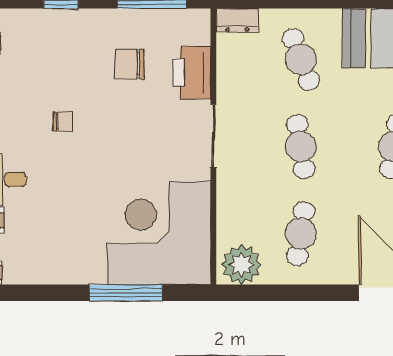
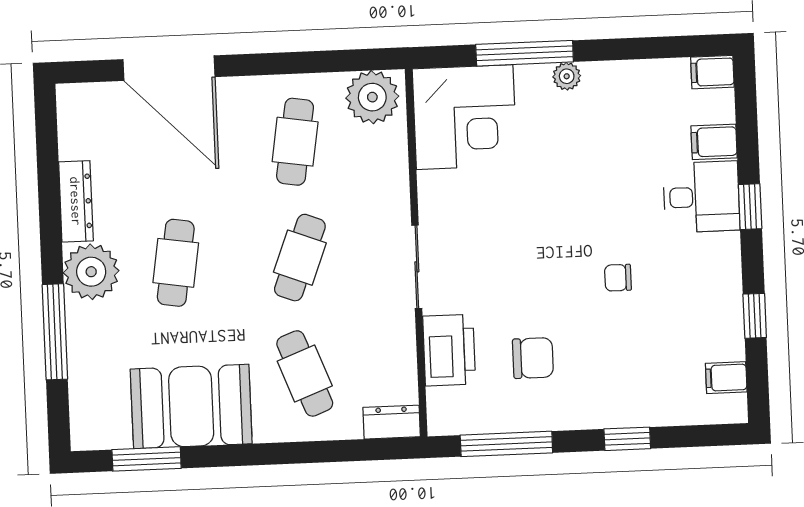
cafe table: (301, 147) -> (300, 258), turned 30
corner desk: (159, 233) -> (465, 117), width x0.74, depth x0.74
plant: (95, 274) -> (567, 76), added

